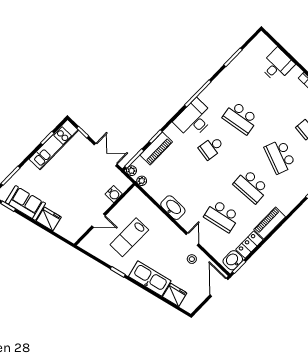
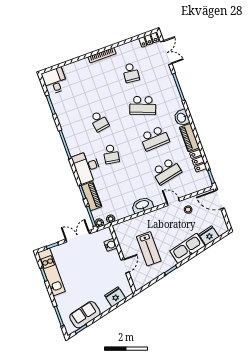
desk: (277, 65) -> (55, 81), moved
school desk: (240, 118) -> (99, 121), width x0.54
desk: (194, 119) -> (87, 167), moved
fridge: (49, 219) -> (115, 297), moved
washbasin: (233, 260) -> (182, 118), moved

